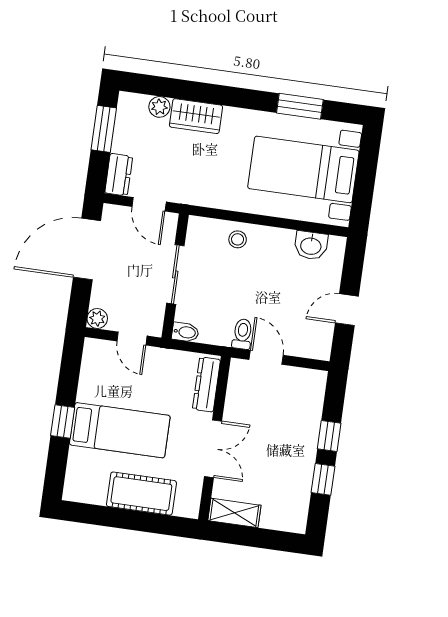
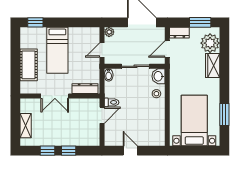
plant: (159, 107) -> (210, 43), width x1.88, depth x1.88
washbasin: (311, 245) -> (158, 76), moved
window: (63, 422) -> (35, 22), moved
shelving: (234, 513) -> (26, 126), moved

